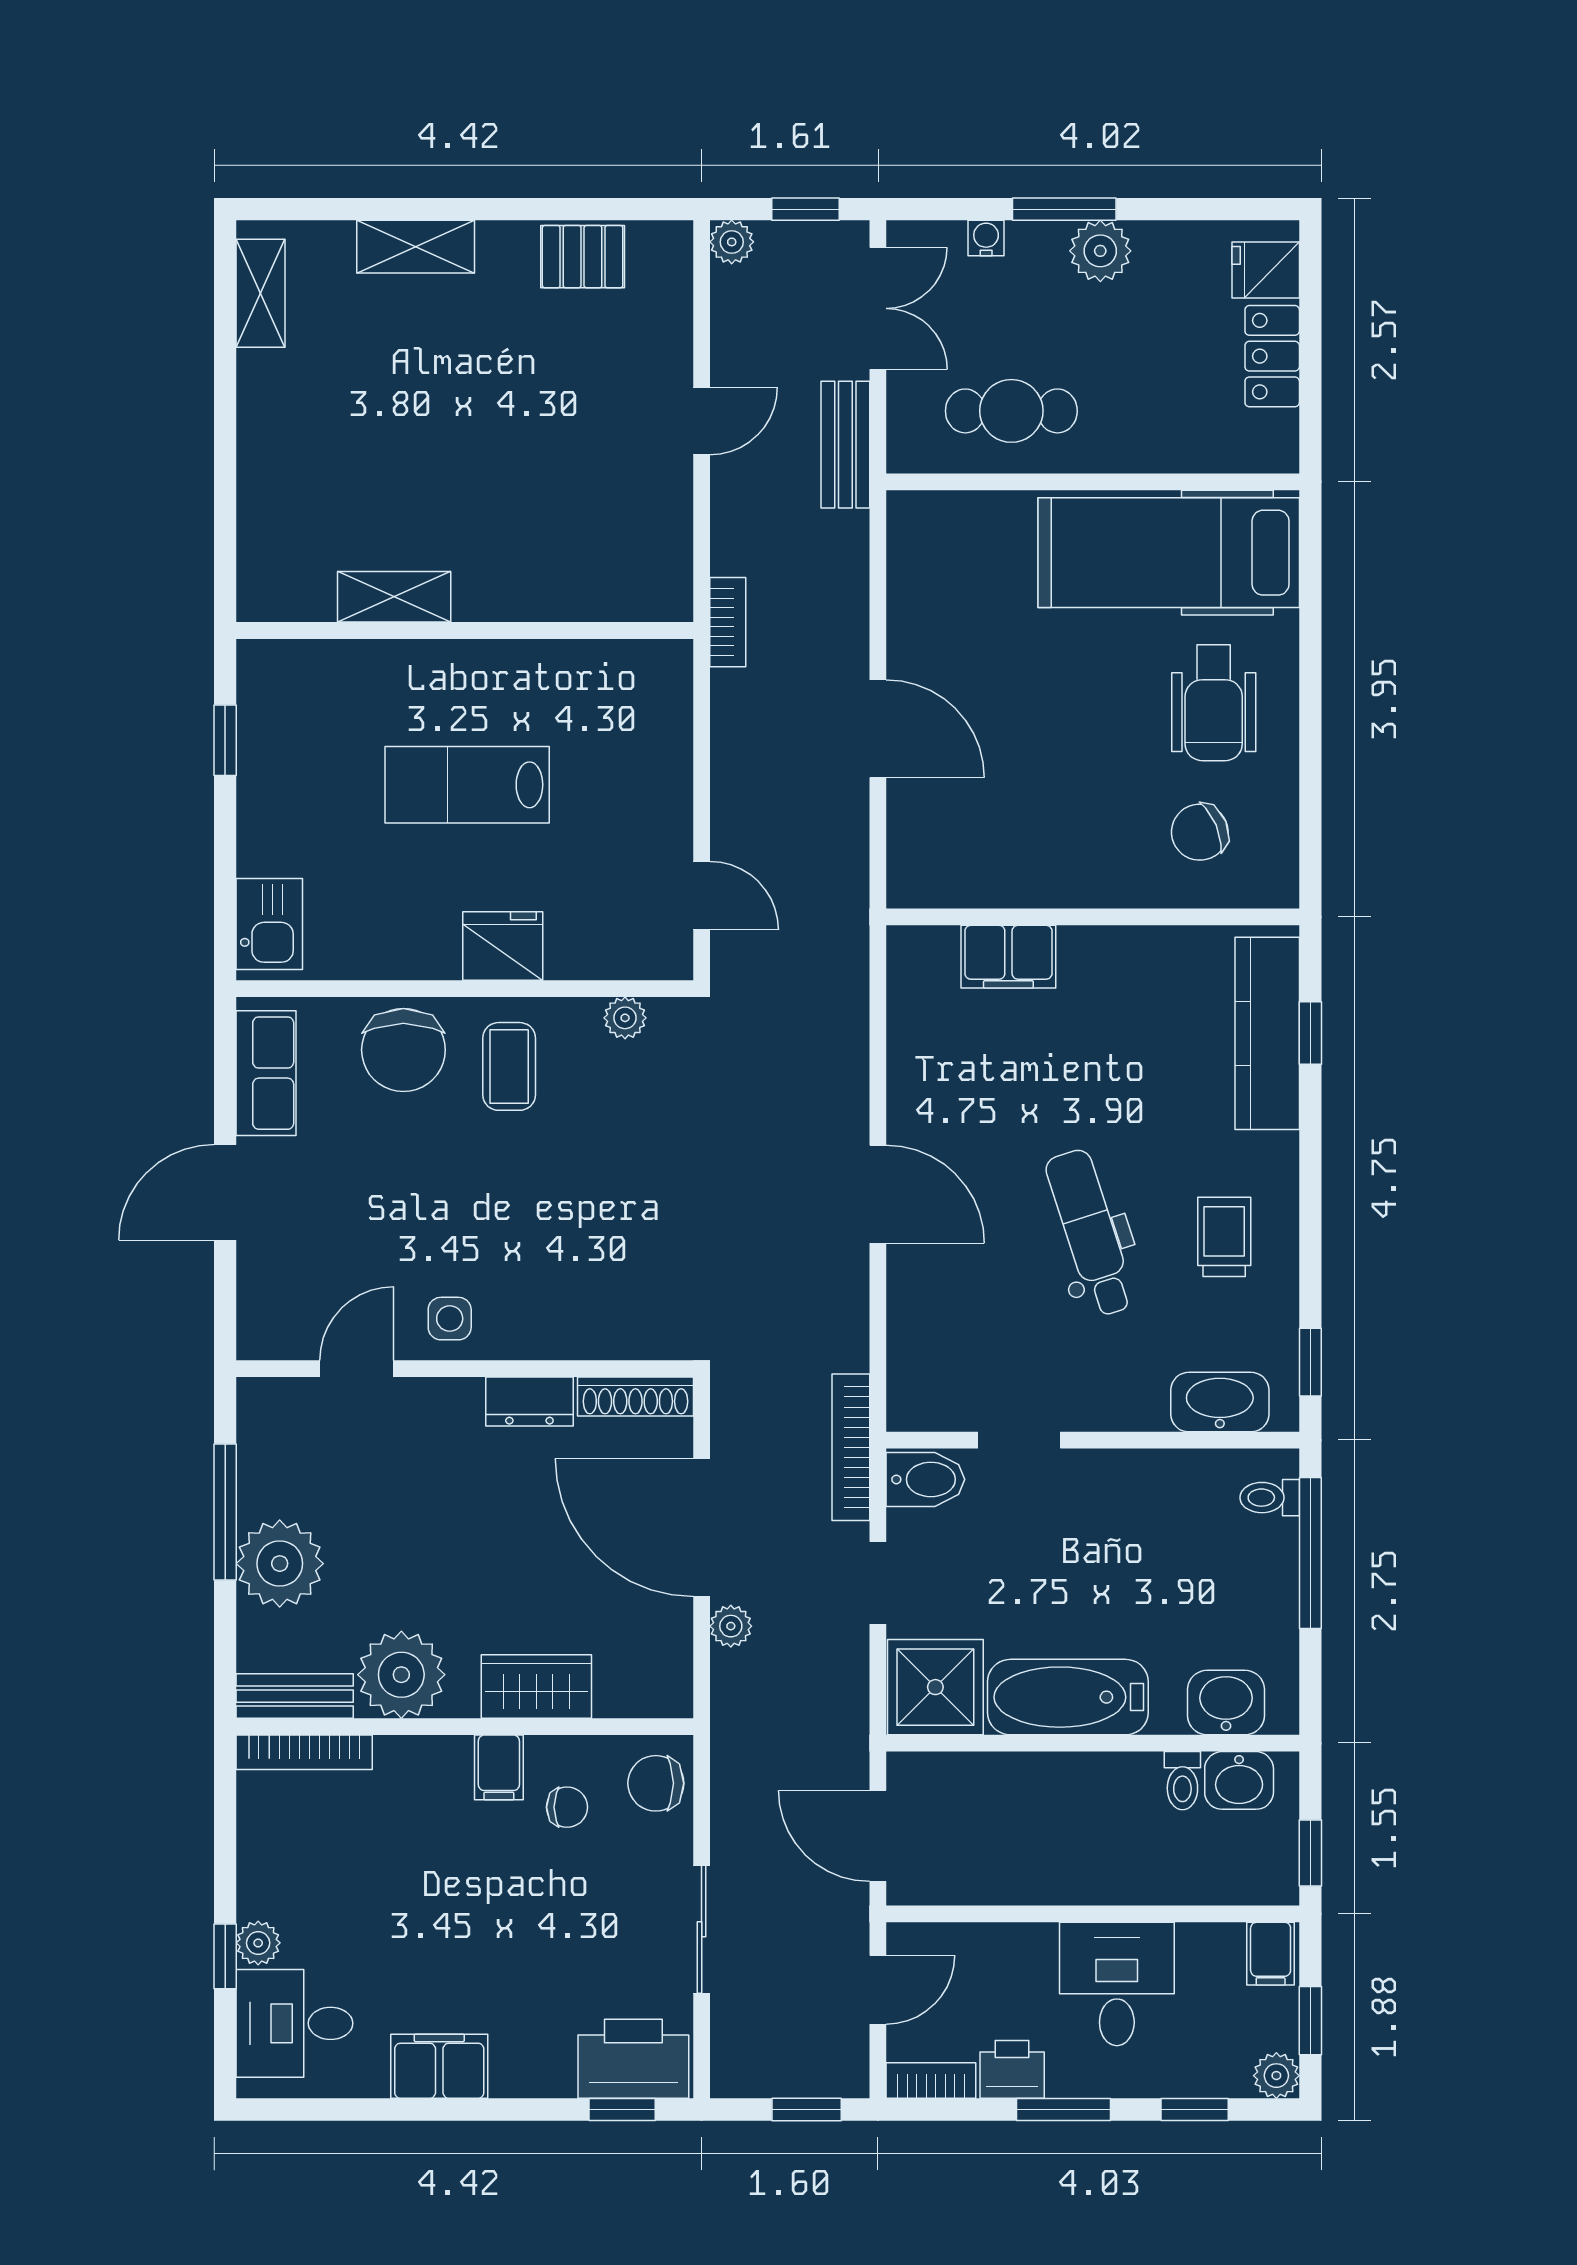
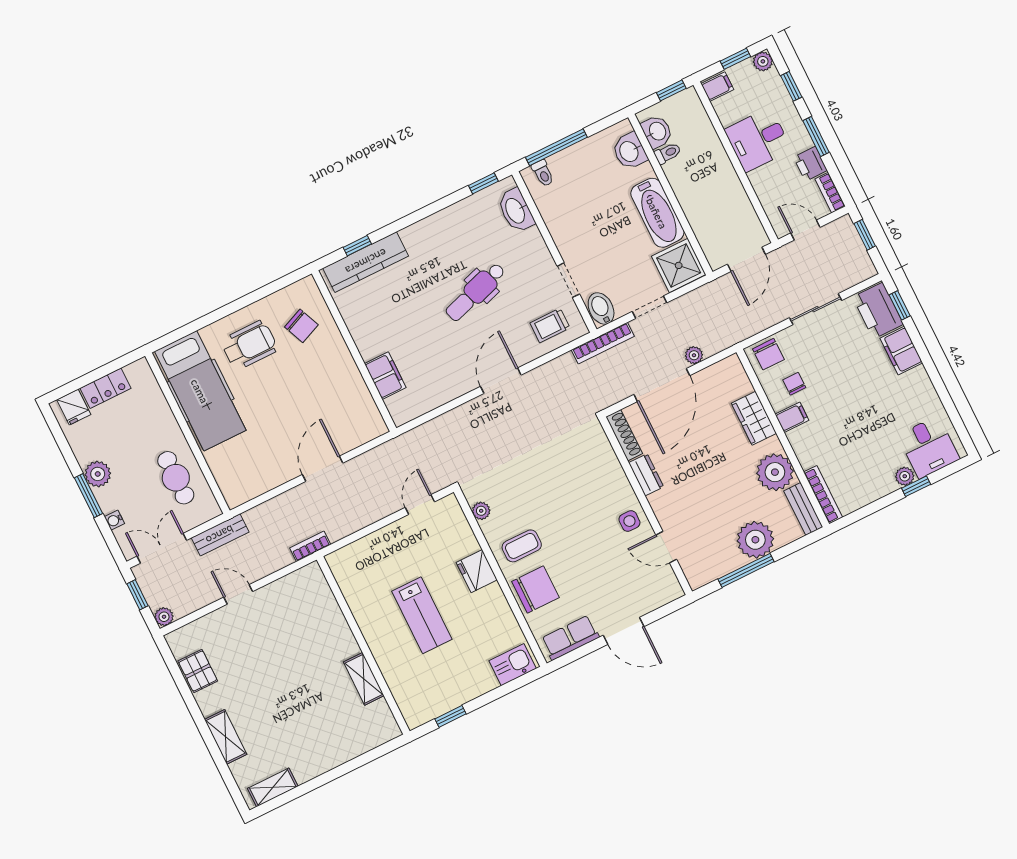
trolley: (1224, 1237) -> (550, 325), moved
filing cabinet: (439, 2066) -> (901, 351), moved

